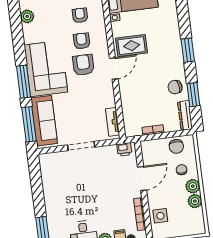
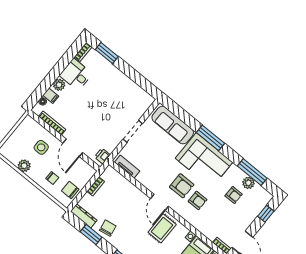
armchair: (80, 15) -> (234, 195), moved
window: (29, 124) -> (252, 172), moved
plant: (193, 186) -> (35, 174), removed
side table: (160, 216) -> (41, 147), moved

